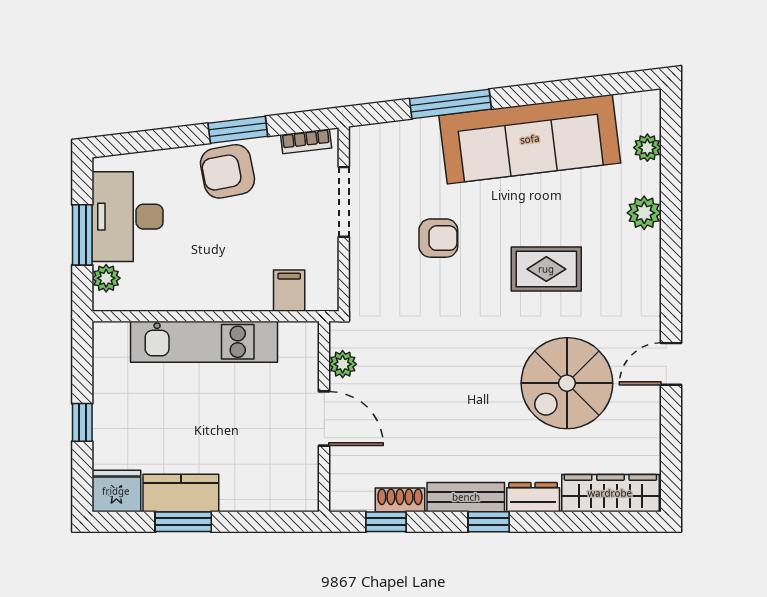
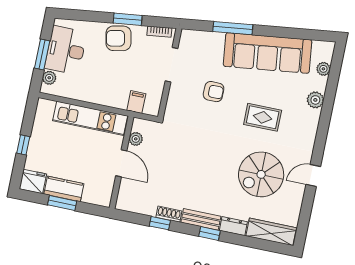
plant: (343, 364) -> (136, 139), moved
wall: (324, 417) -> (121, 162), moved
door: (324, 418) -> (121, 163), moved

